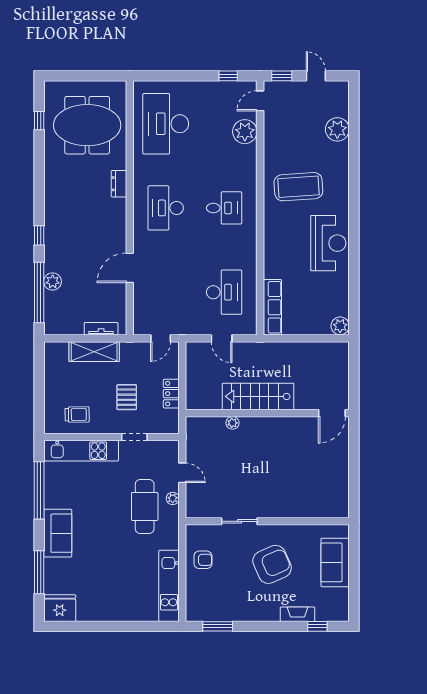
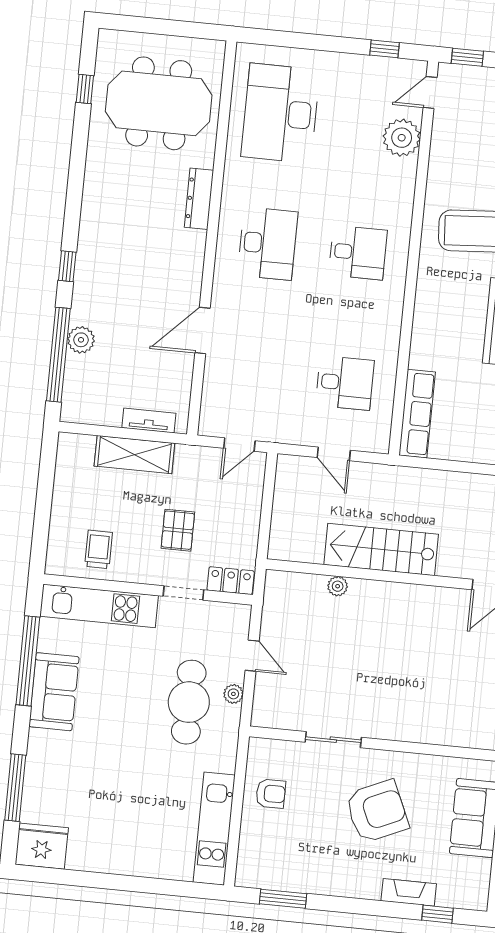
dresser: (119, 184) -> (199, 199), width x1.44
desk: (166, 208) -> (267, 244), turned 180
desk: (224, 292) -> (345, 383), width x0.73
locker: (171, 394) -> (231, 581), moved, turned 90
trolley: (77, 415) -> (99, 549), turned -89
sofa: (58, 533) -> (54, 692), moved

